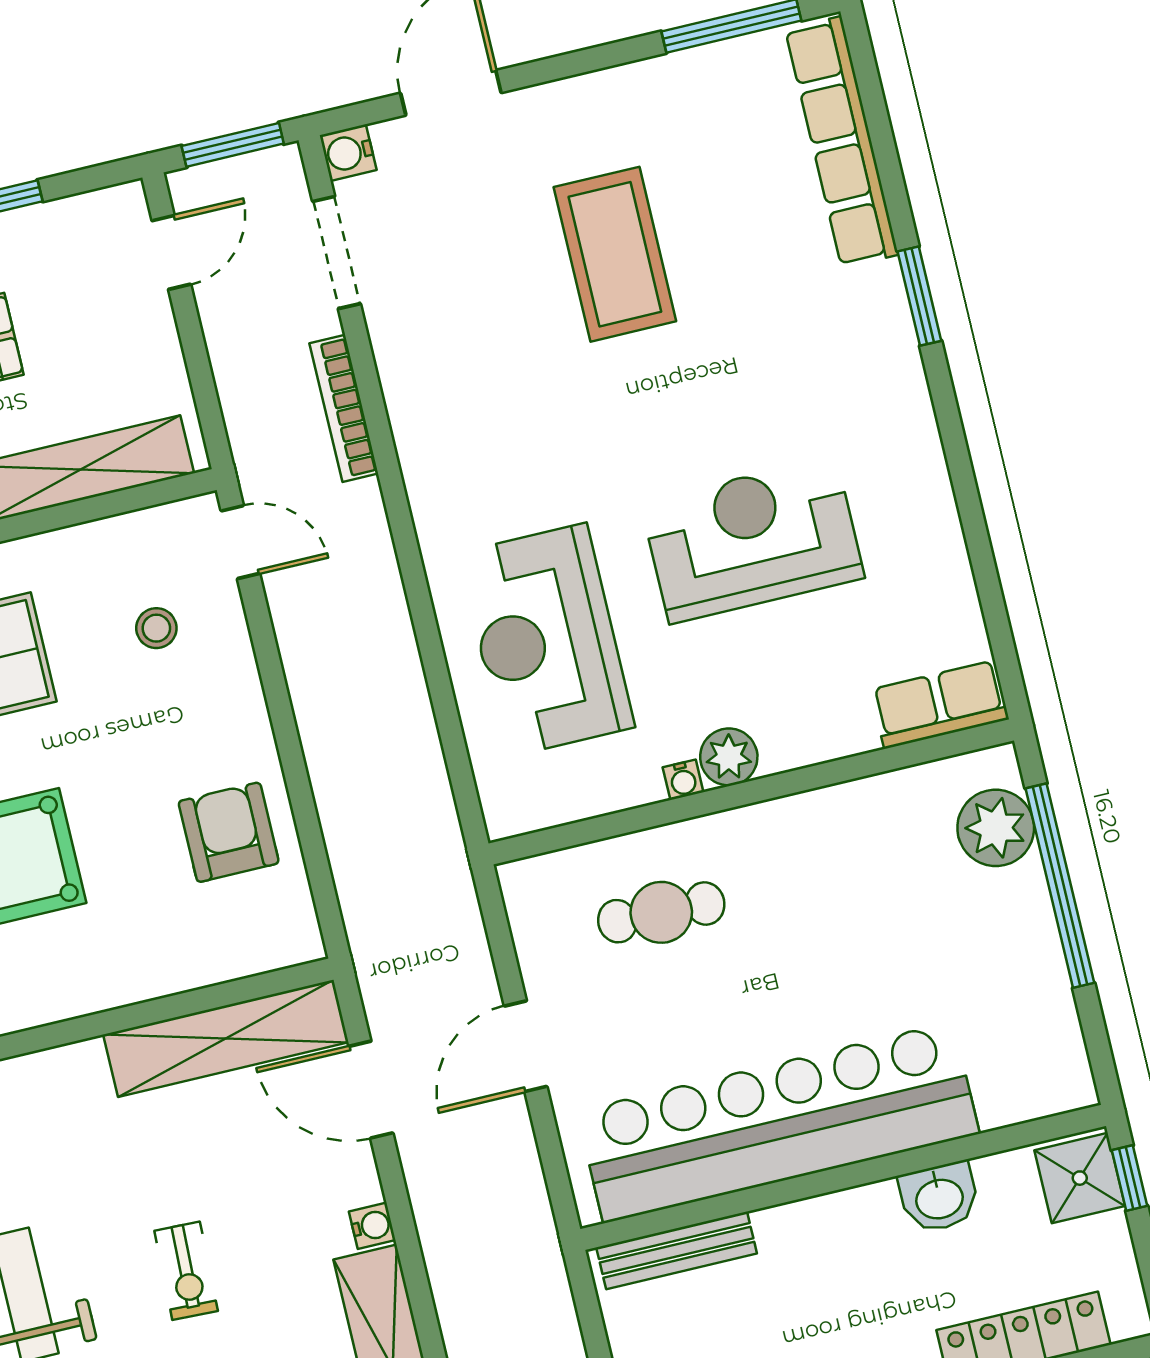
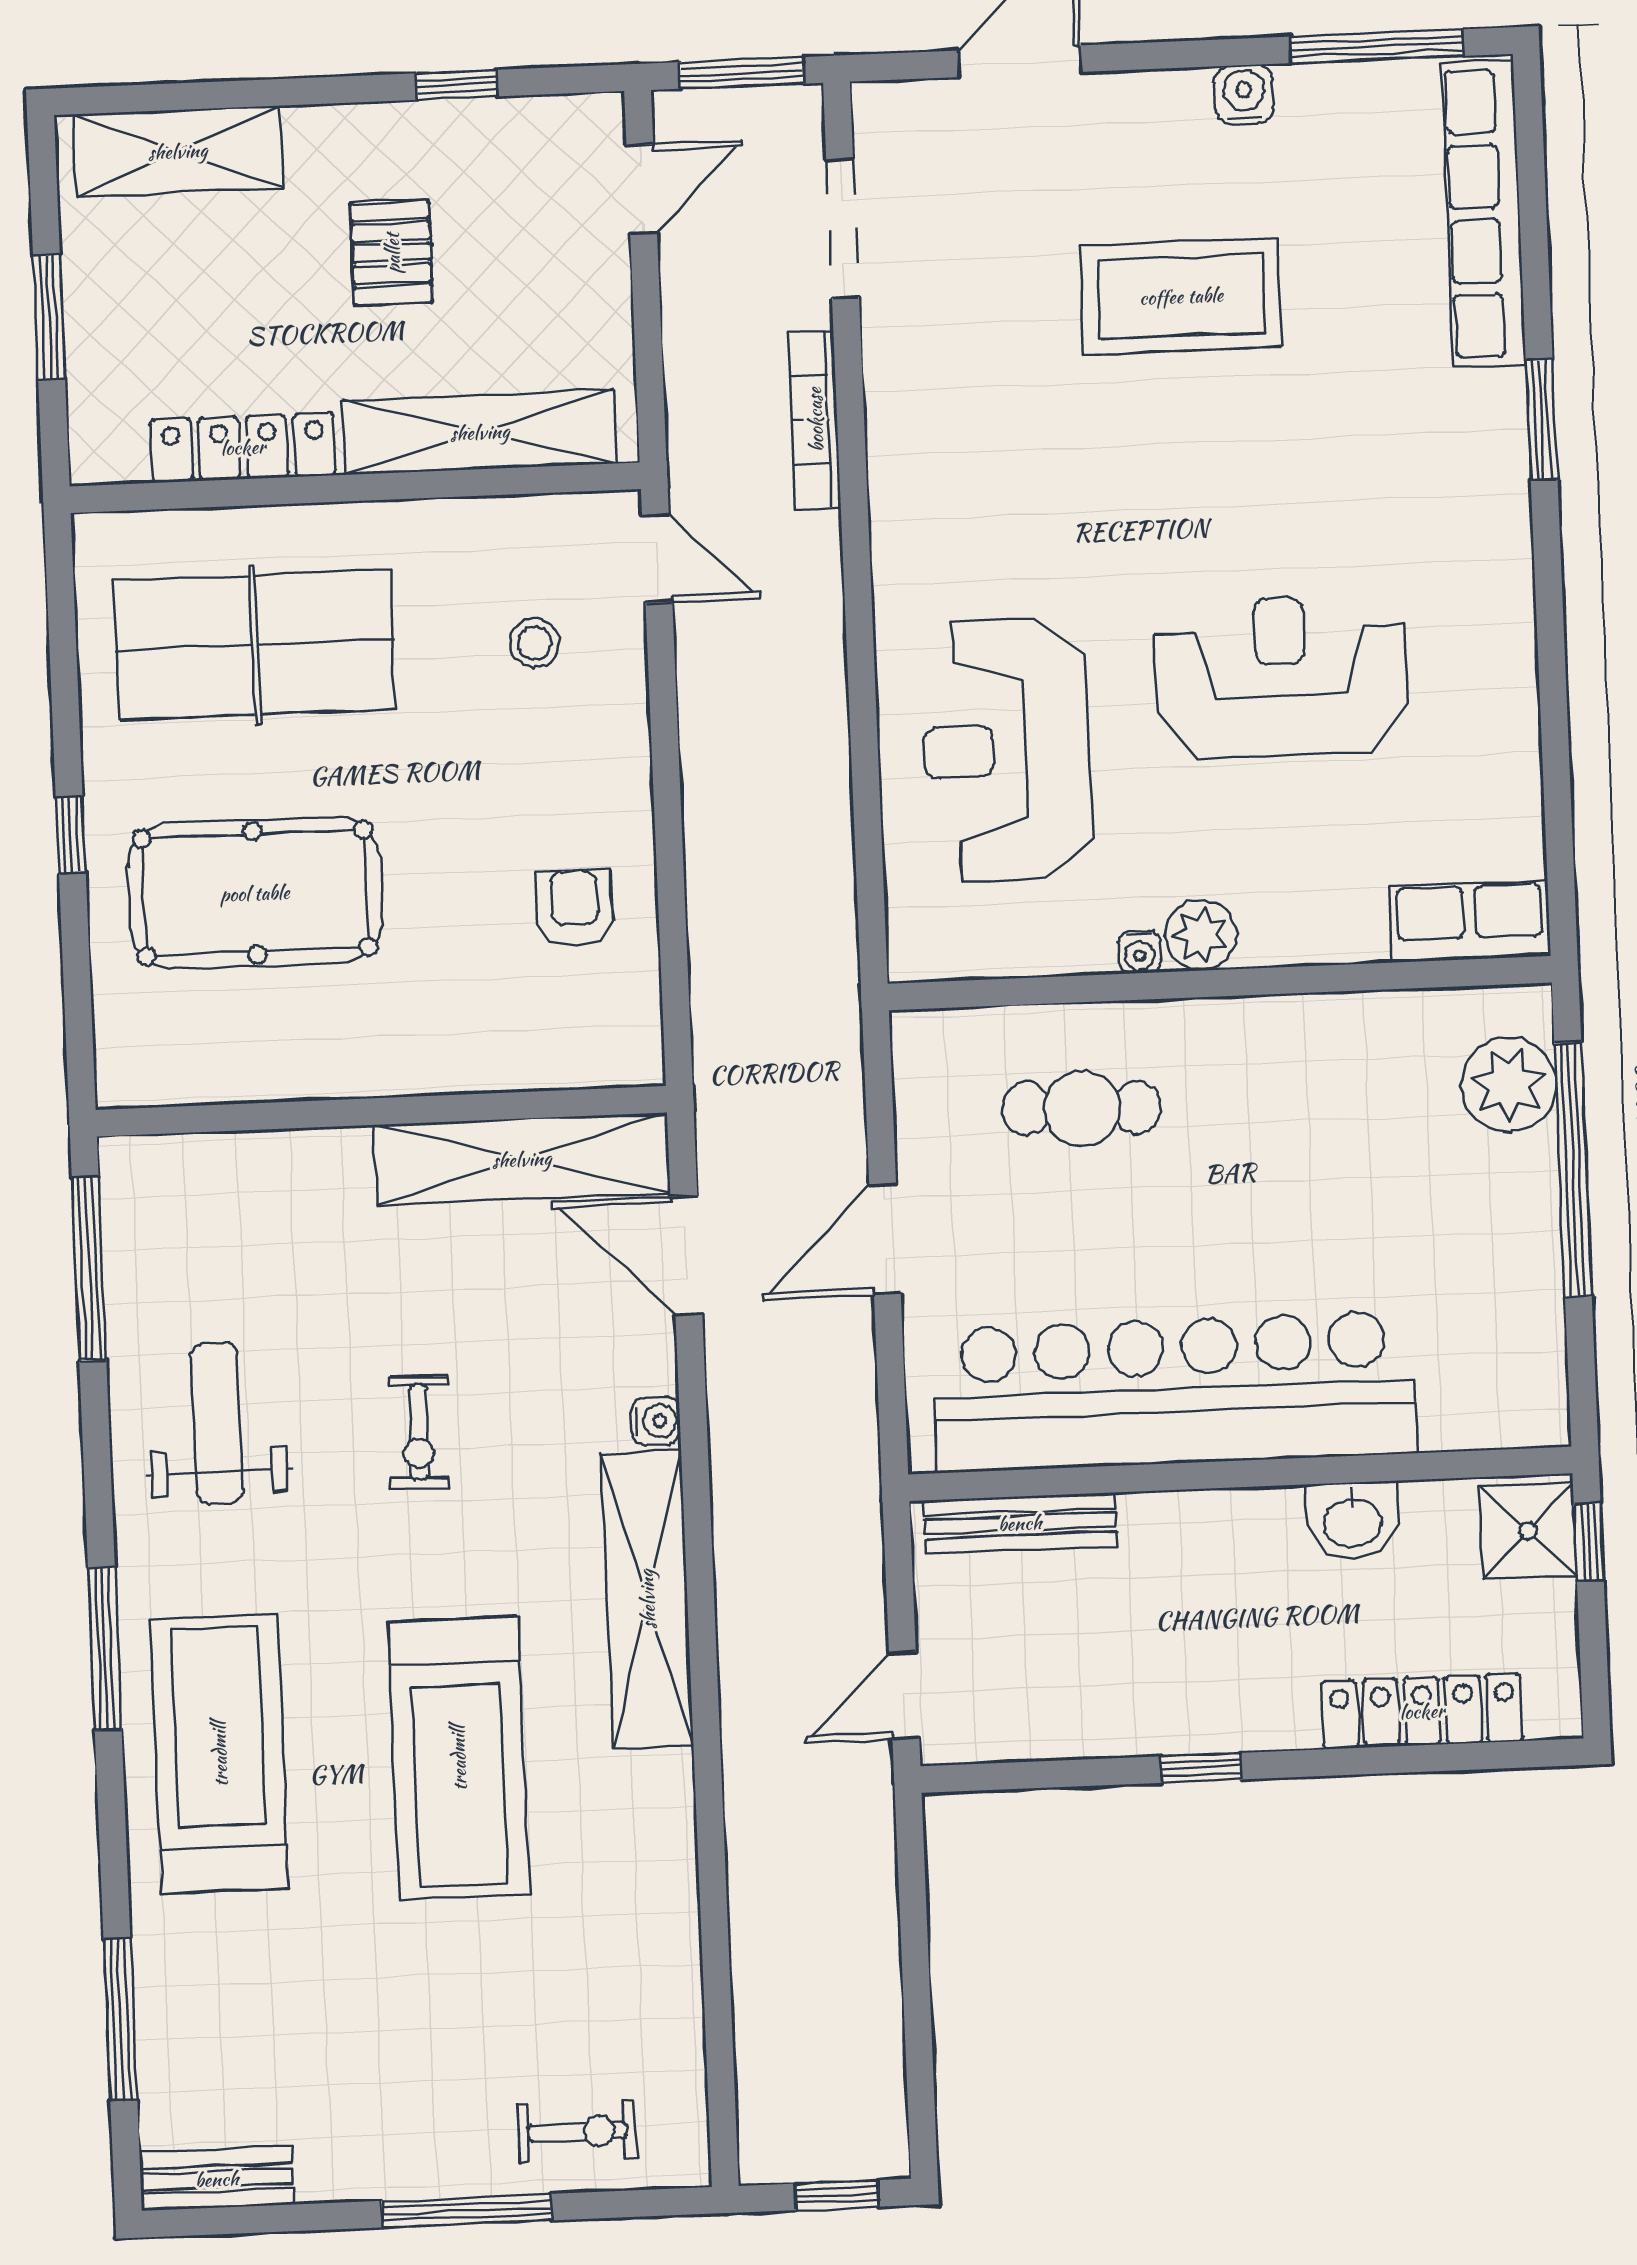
water cooler: (348, 153) -> (1244, 95), moved, turned 90
coffee table: (615, 254) -> (1181, 296), turned 90
armchair: (229, 832) -> (574, 909), width x0.72, depth x0.72

